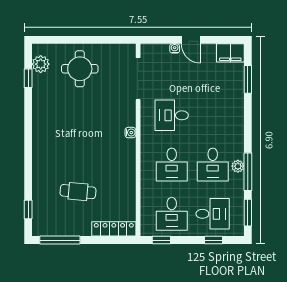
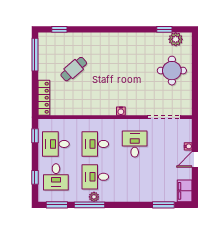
cafe table: (78, 192) -> (74, 69), turned 44

